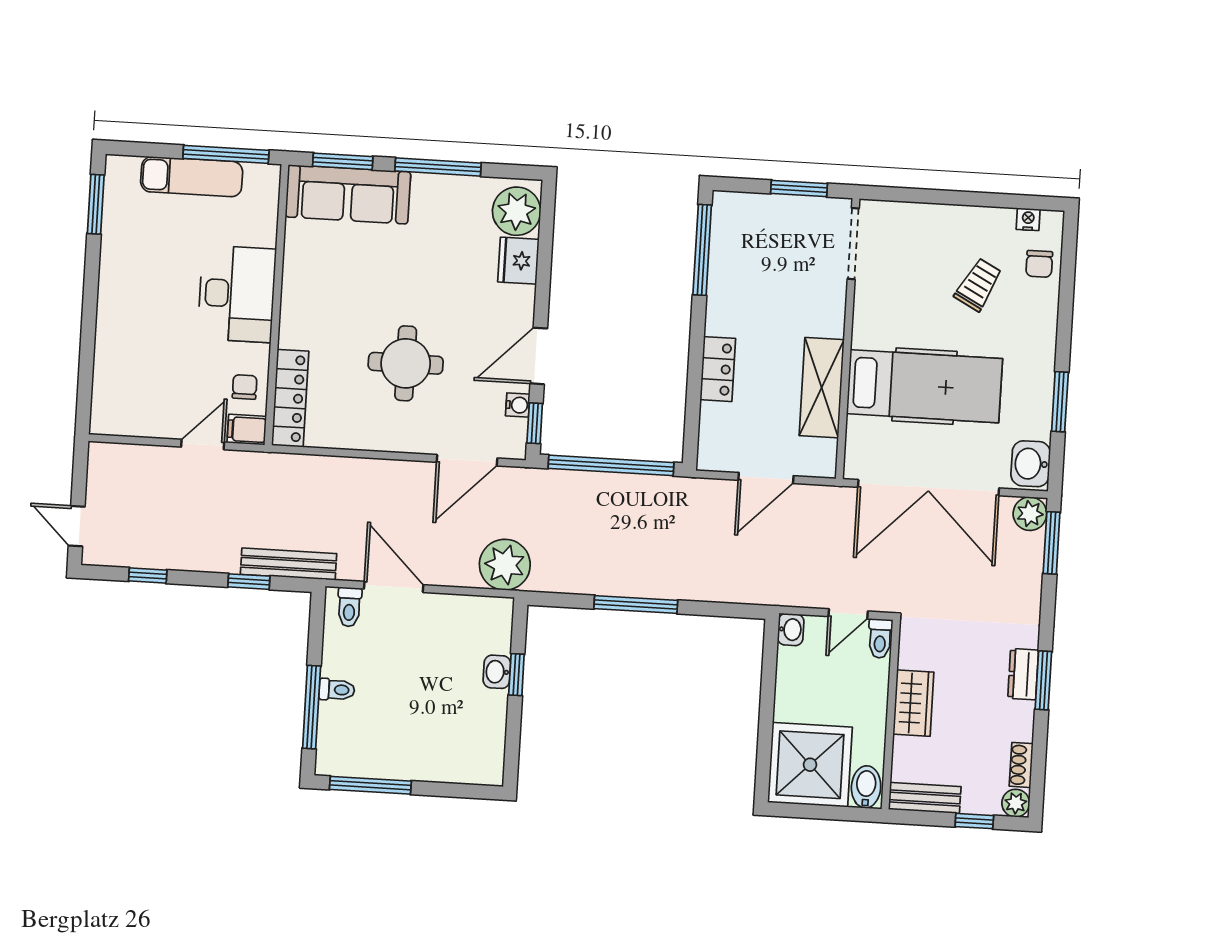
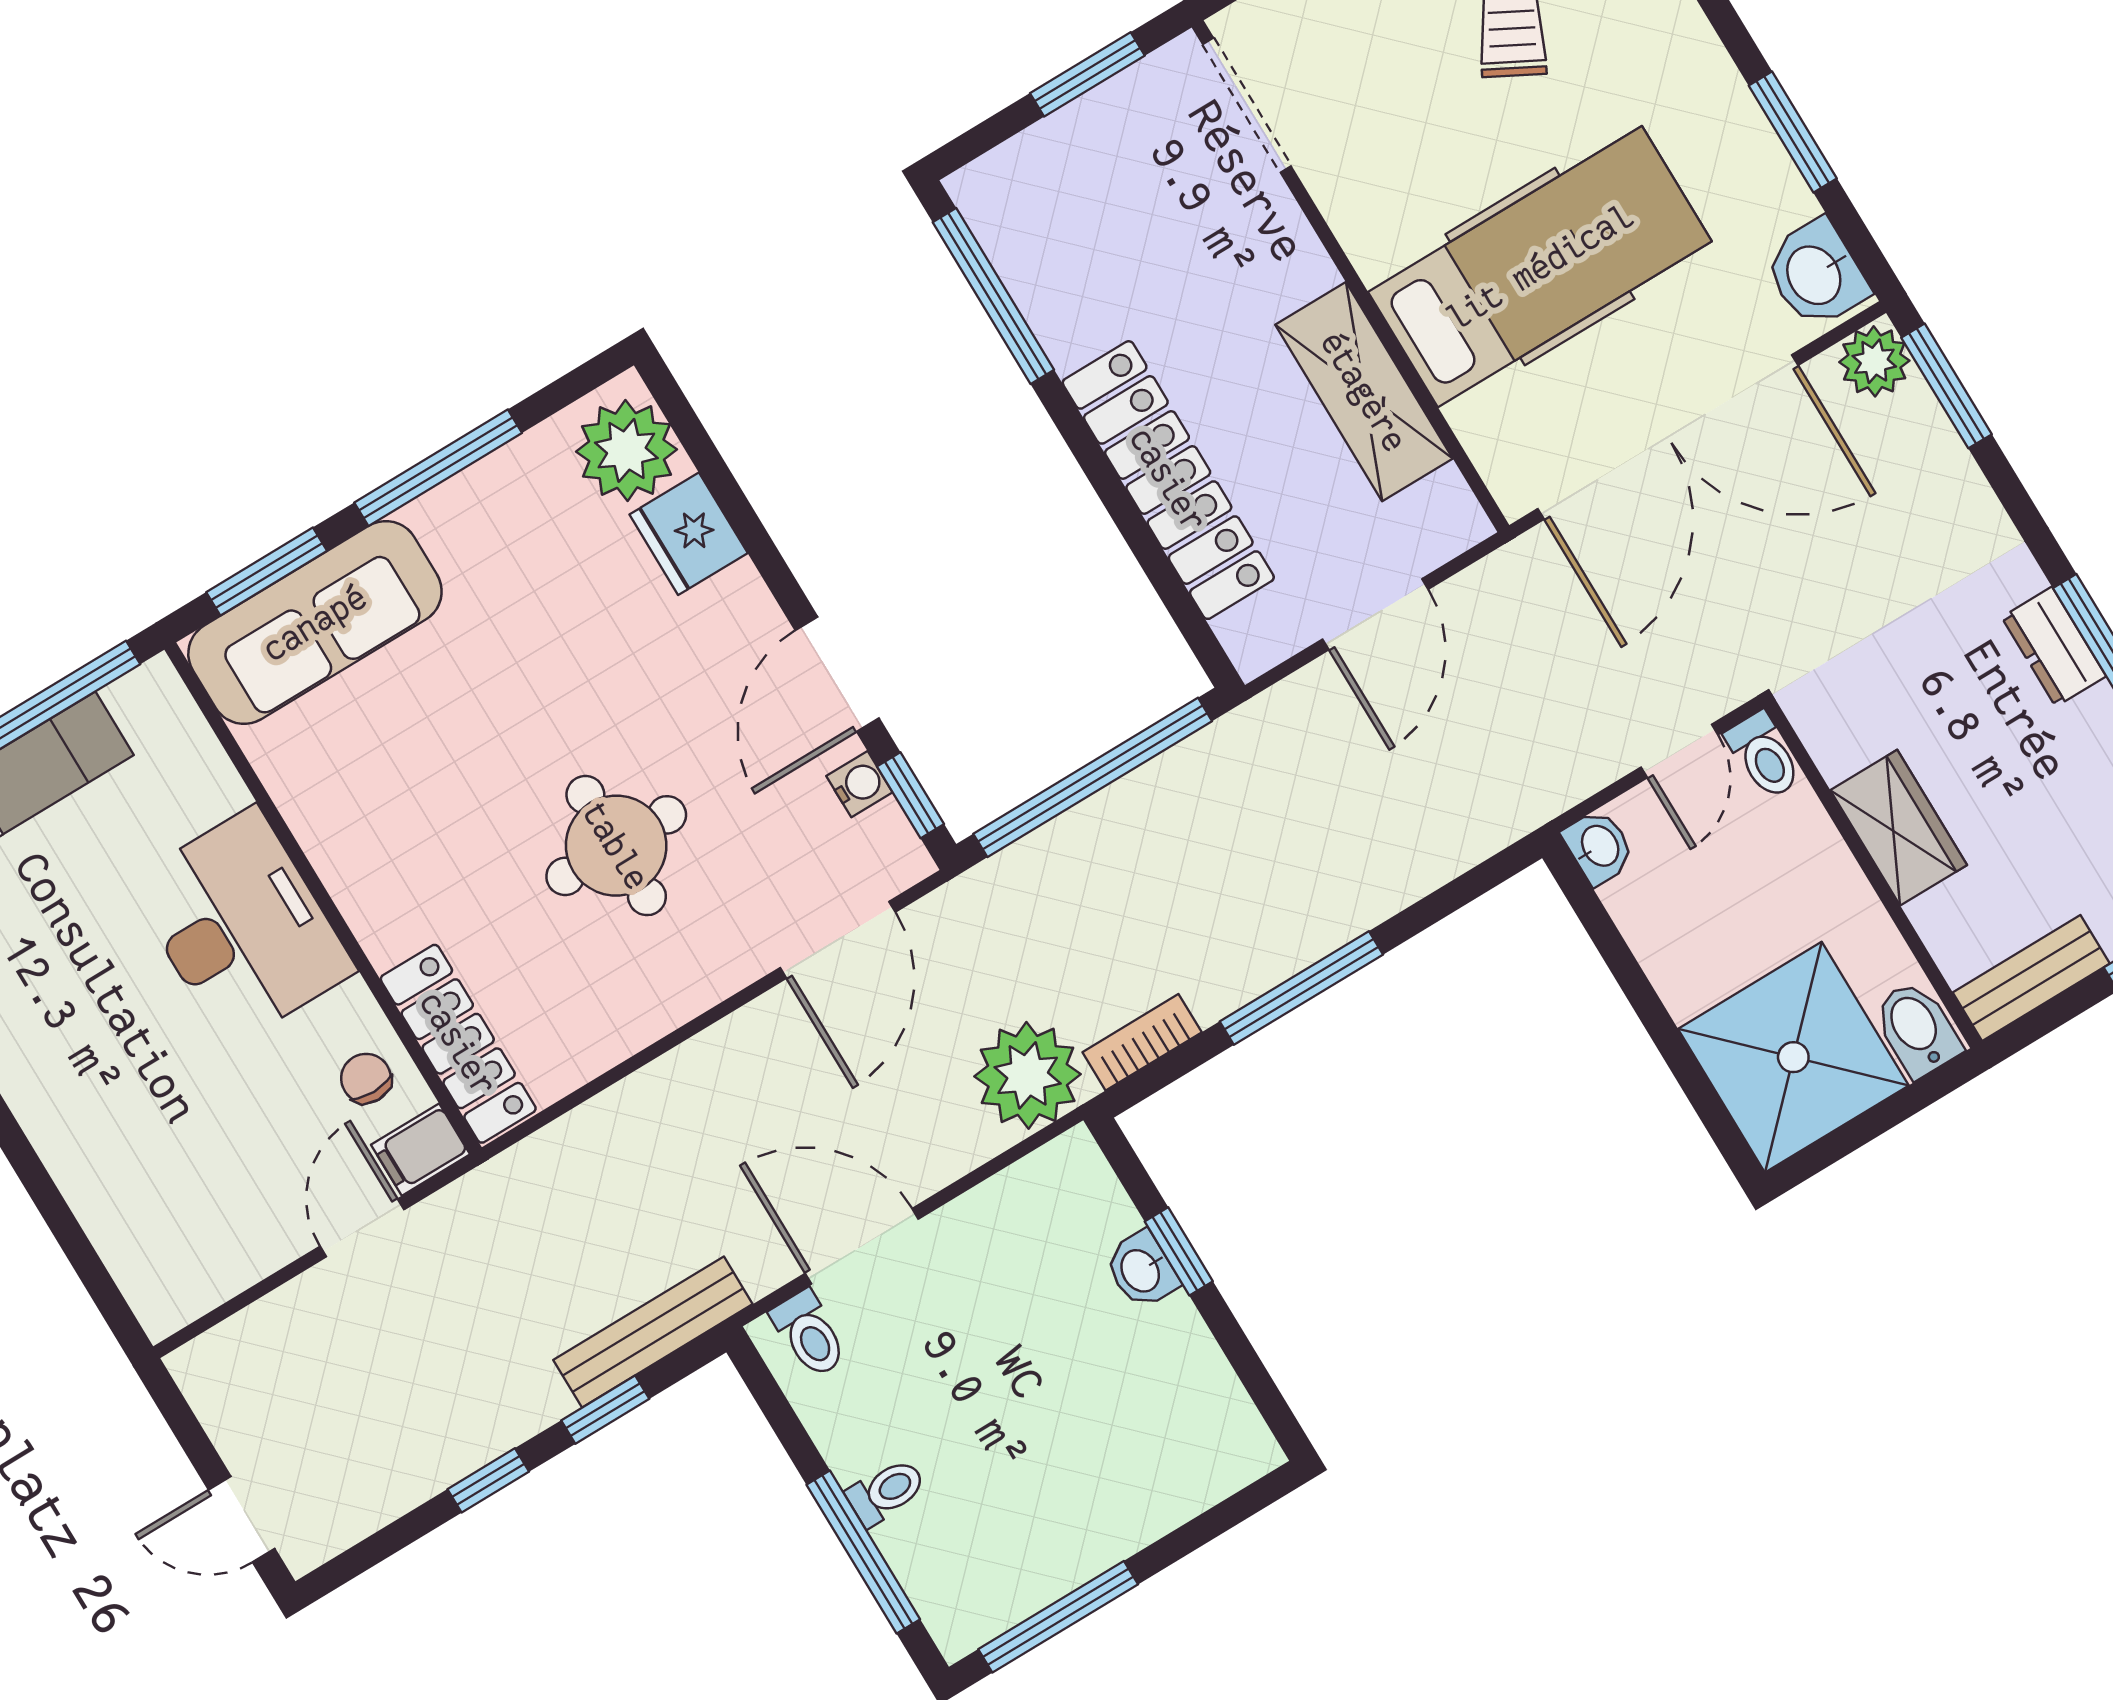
locker: (718, 369) -> (1168, 480), width x2.16, depth x1.21
window: (148, 575) -> (488, 1480), moved
bookcase: (559, 583) -> (1142, 1042), added

